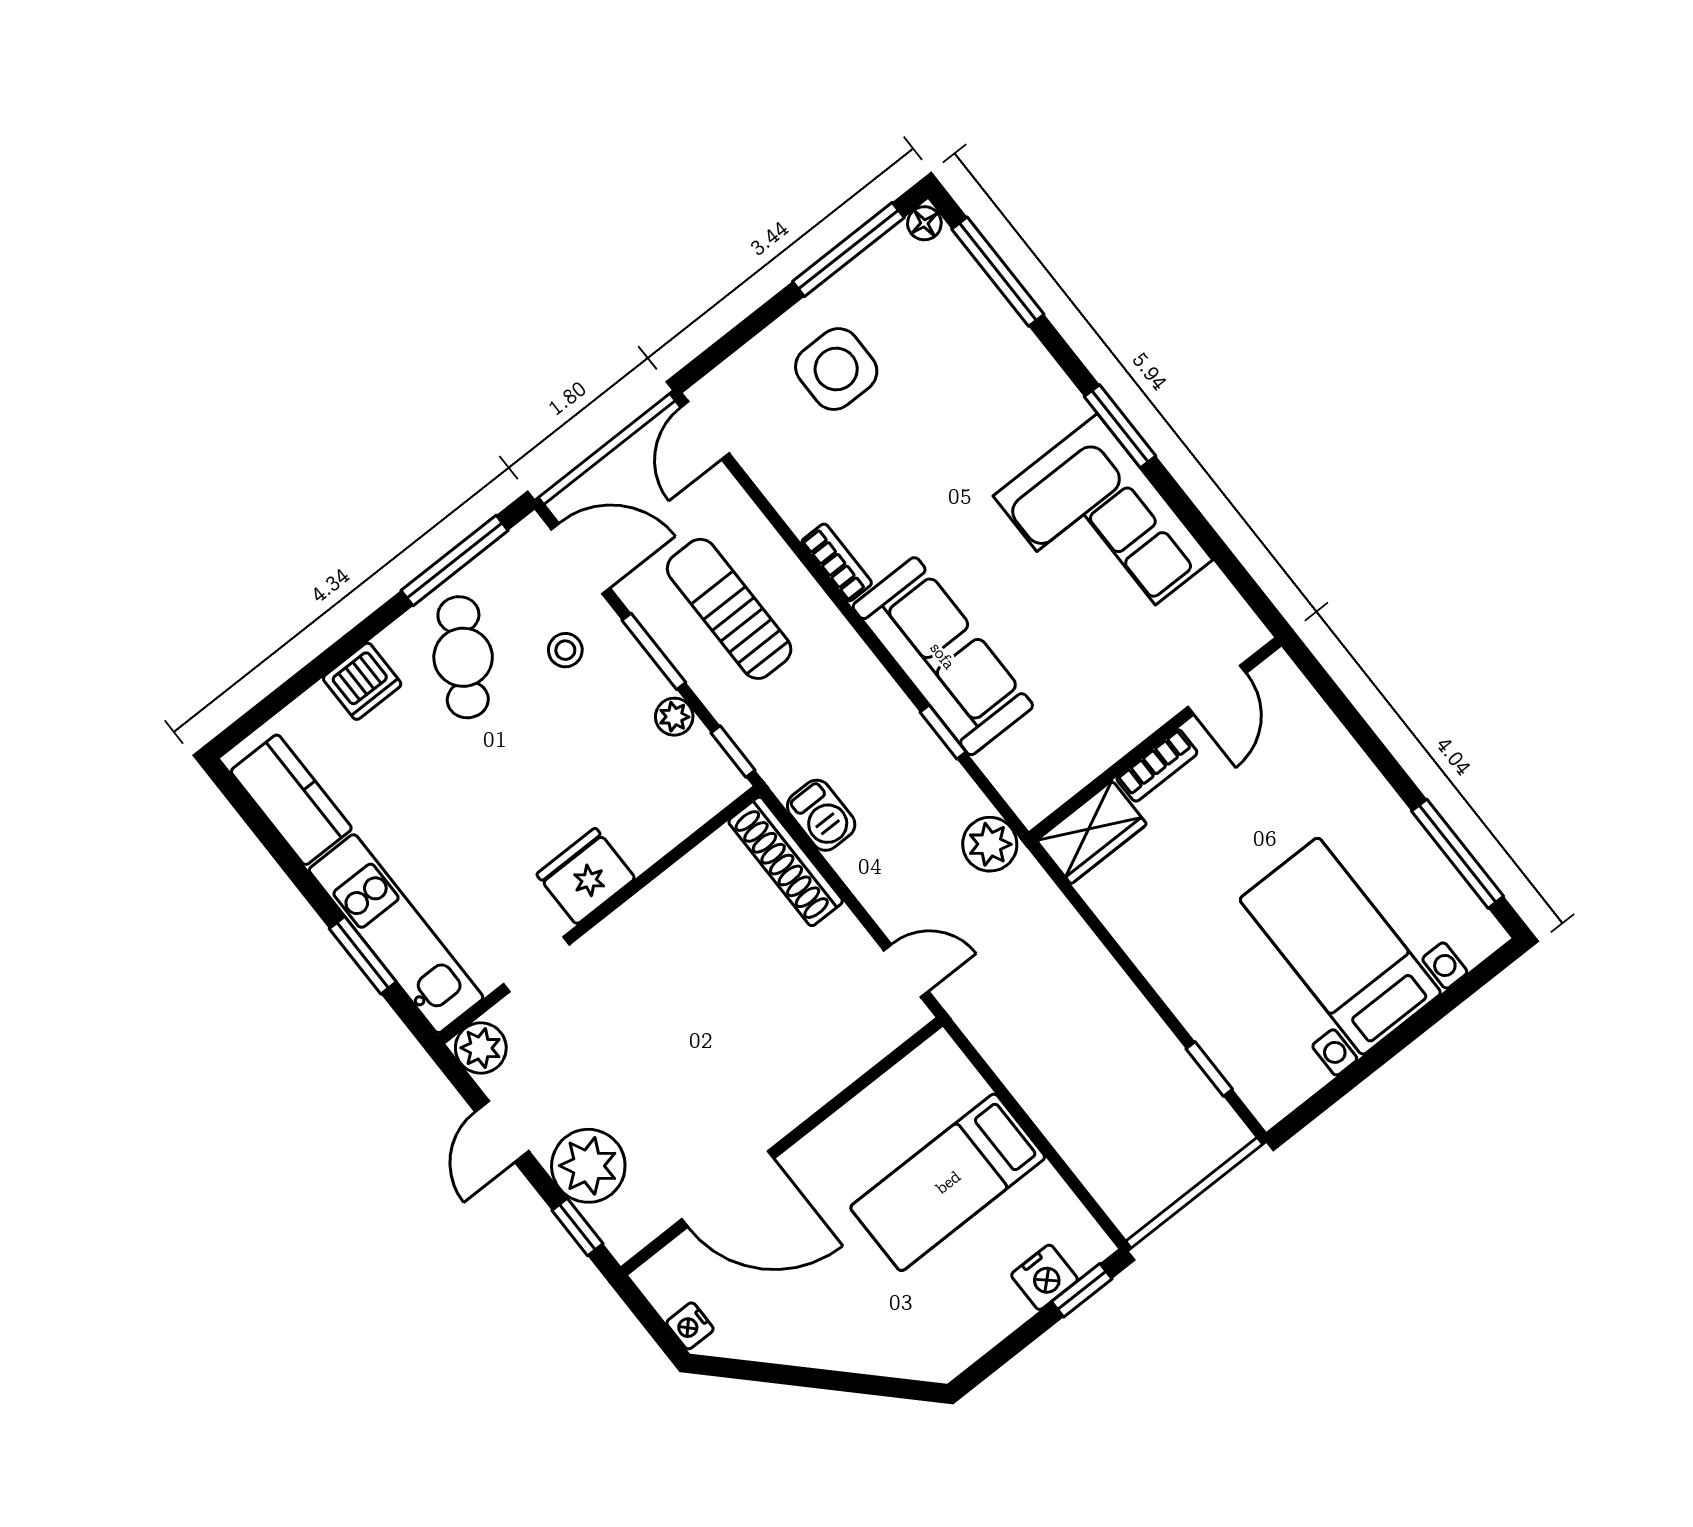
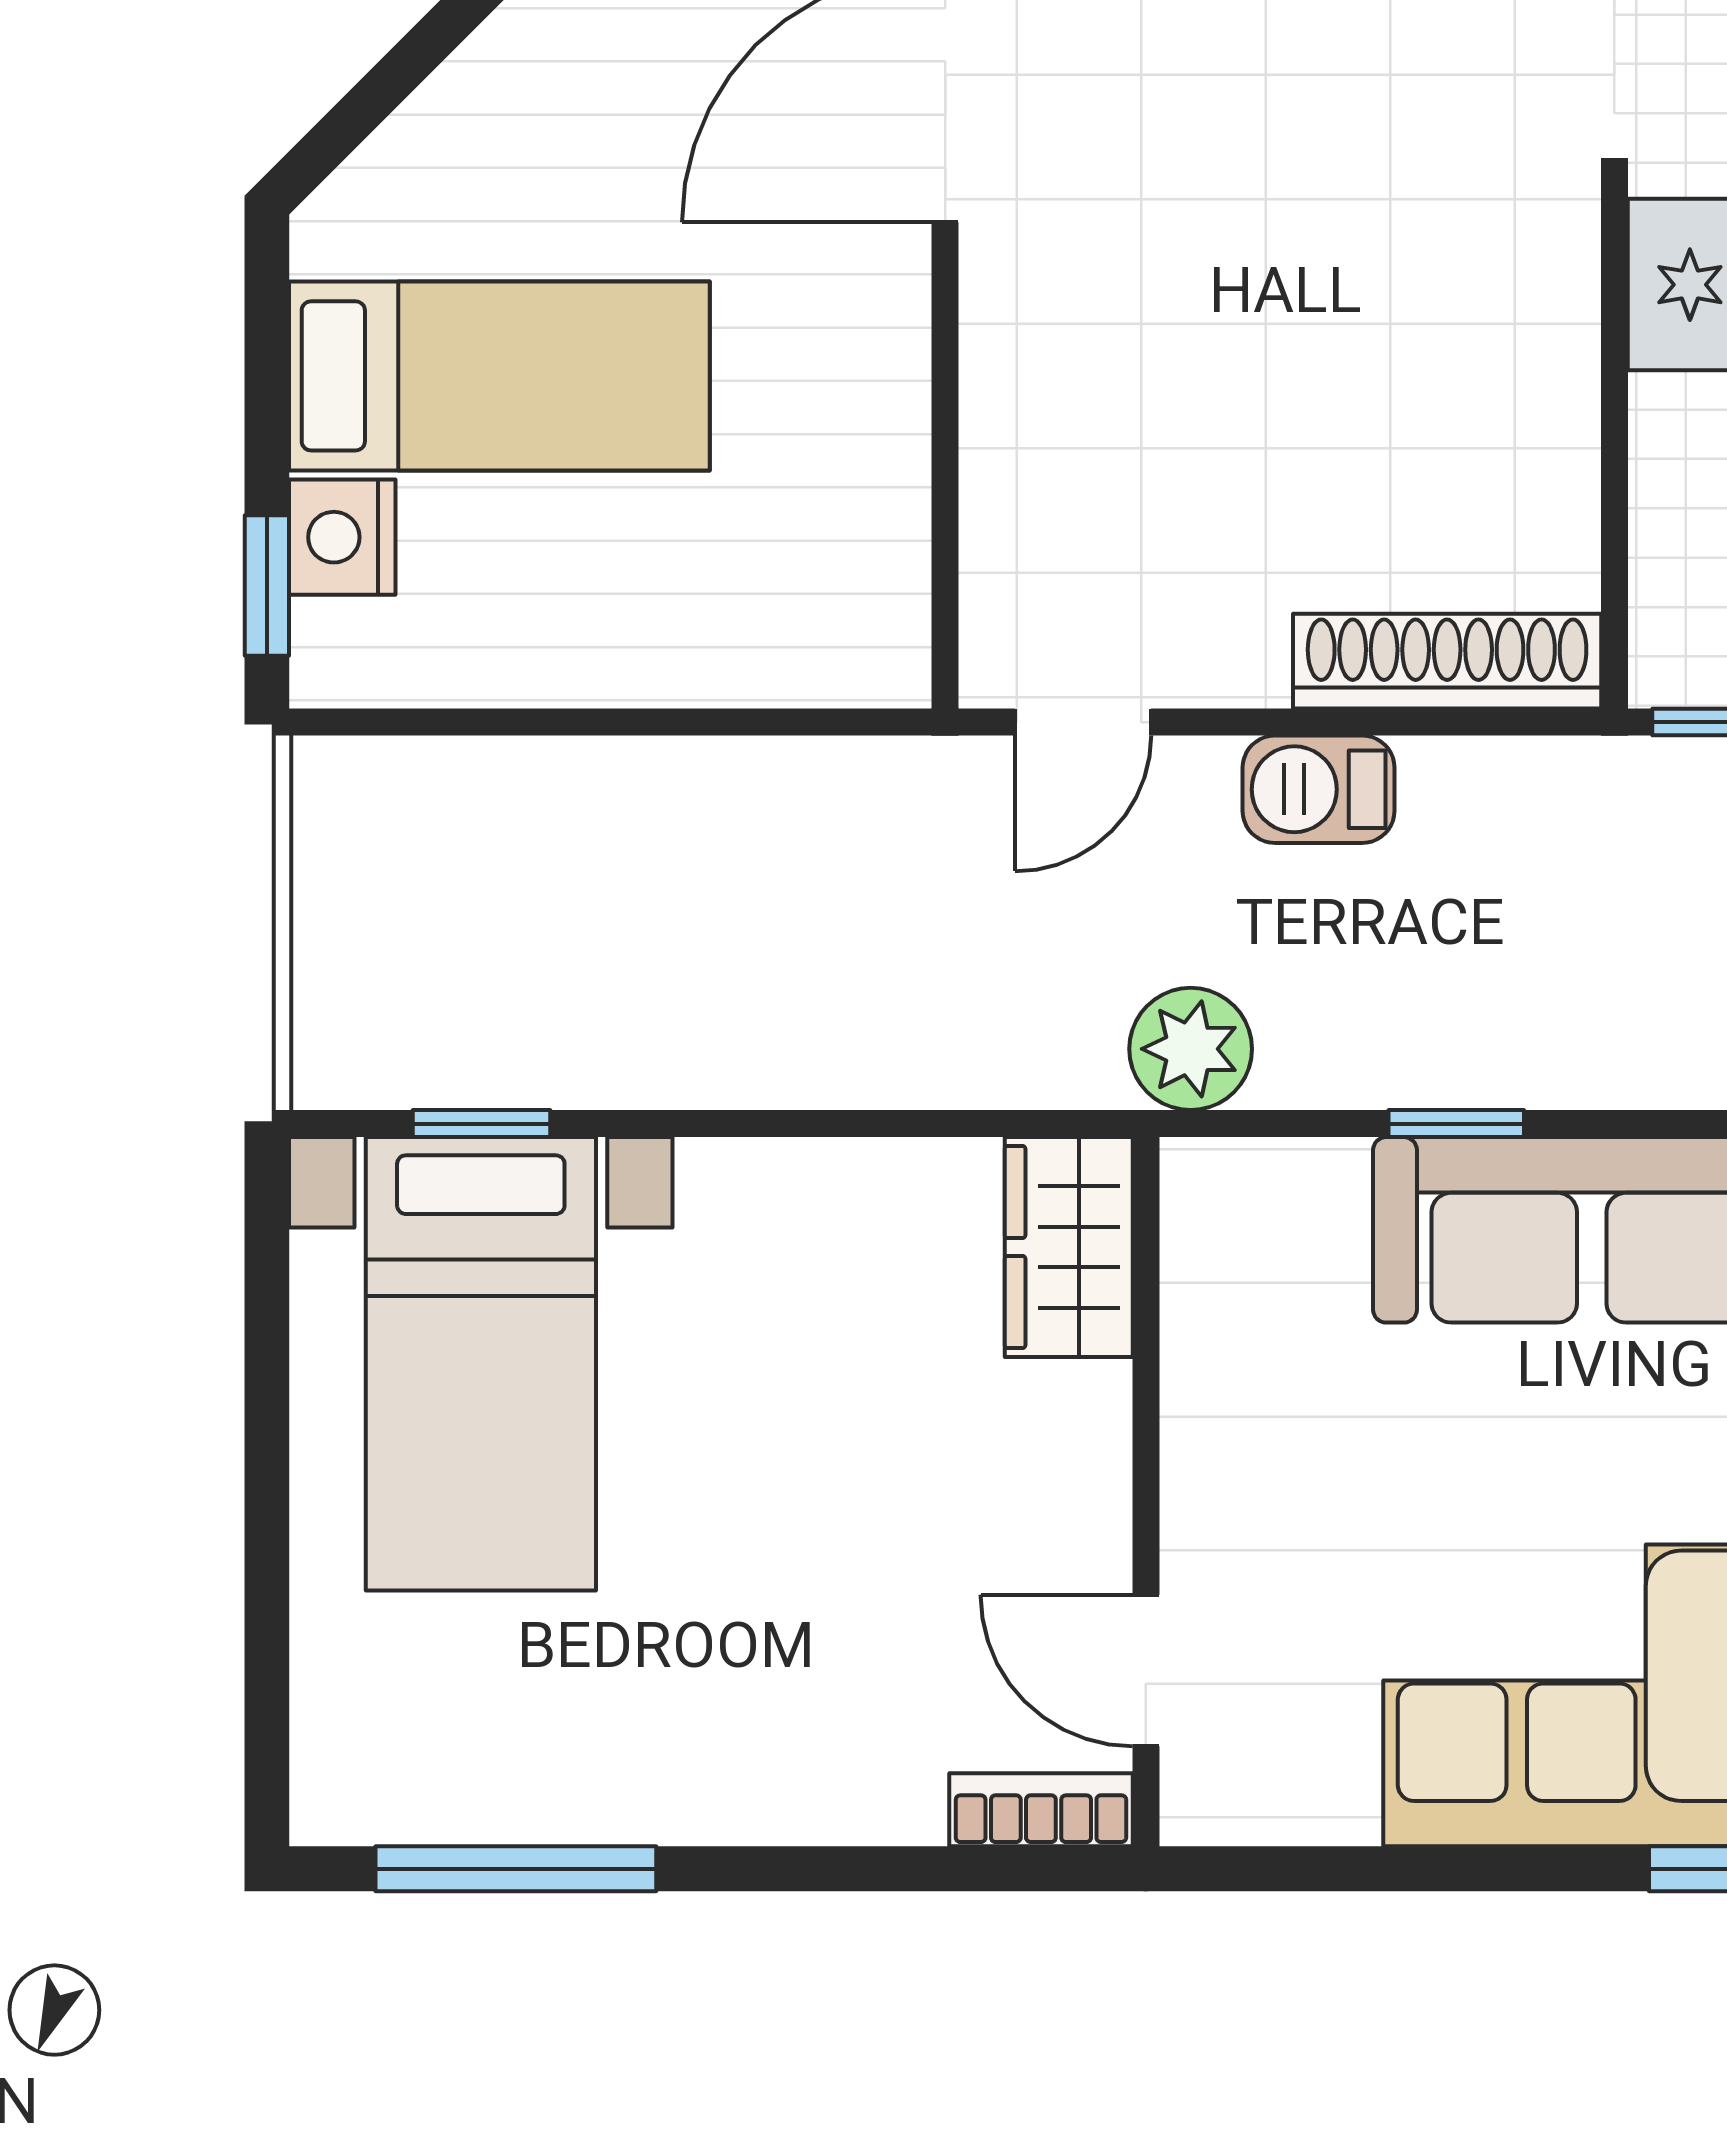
bookcase: (1157, 765) -> (1041, 1810), moved, turned 90
barbecue: (821, 815) -> (1319, 789), moved
bed with nightstands: (1340, 946) -> (481, 1364), moved, turned 90
bed: (948, 1182) -> (499, 376), moved, turned 90

